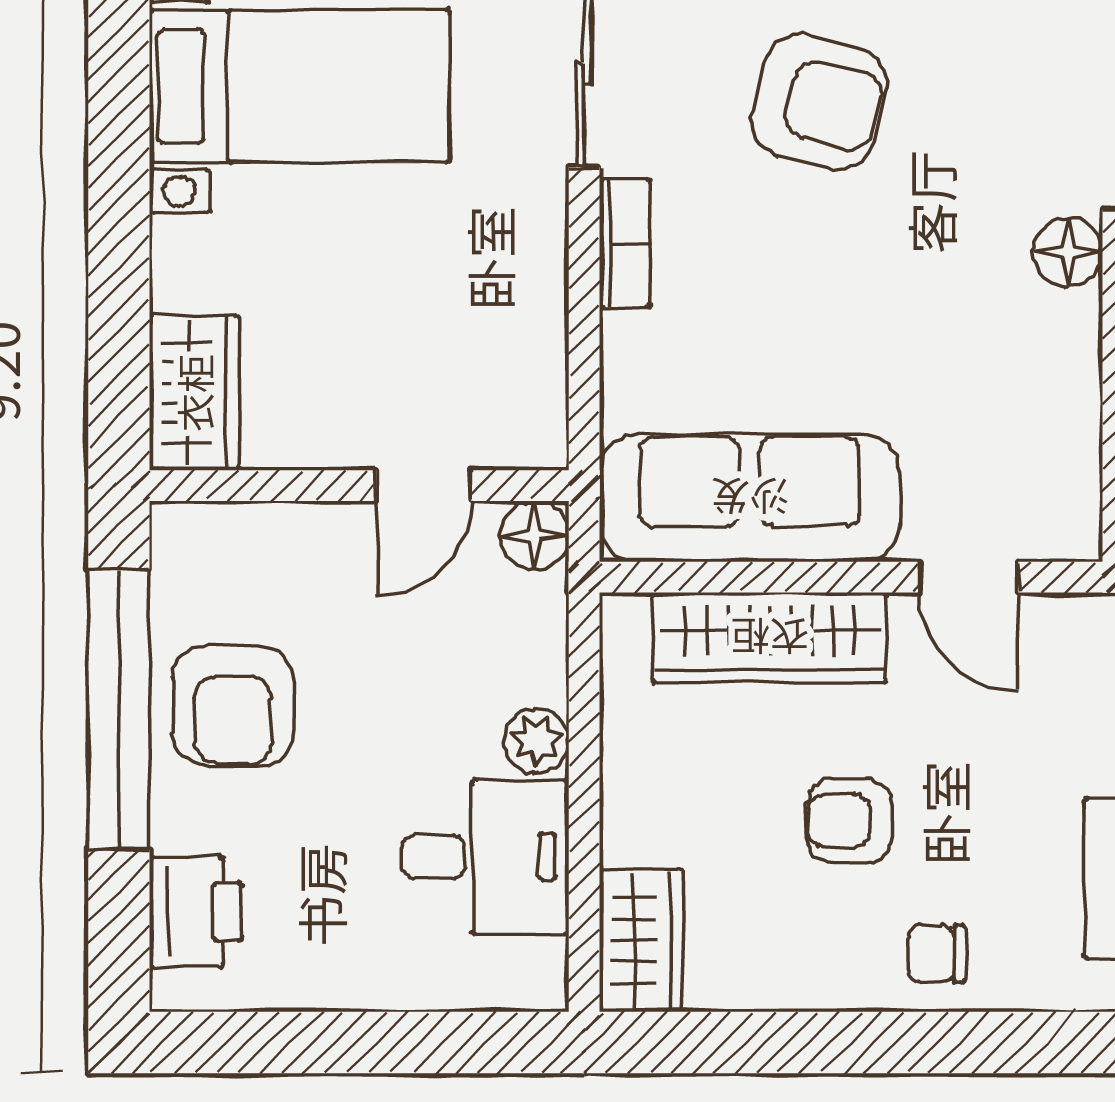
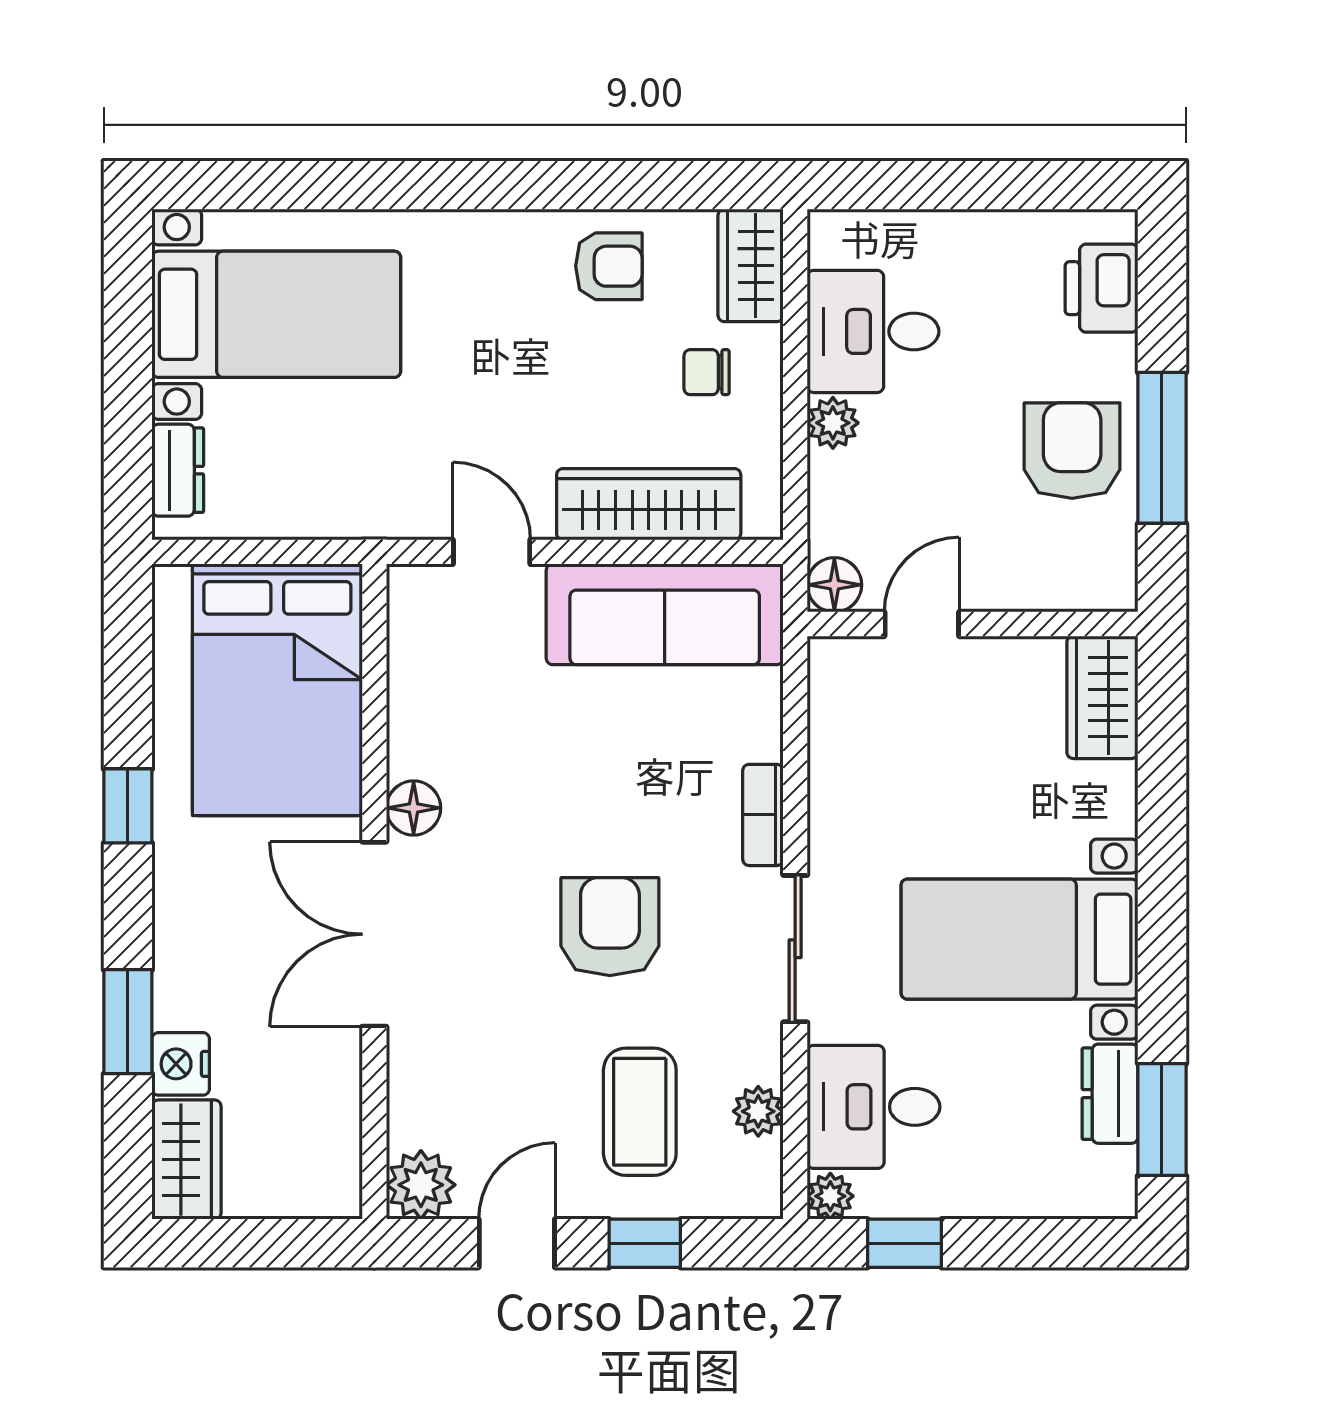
armchair: (819, 102) -> (610, 927), turned 76
window: (119, 709) -> (1162, 448), width x0.68
armchair: (849, 821) -> (609, 266), moved
chair: (936, 954) -> (707, 372), moved, turned 180

